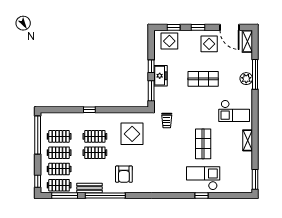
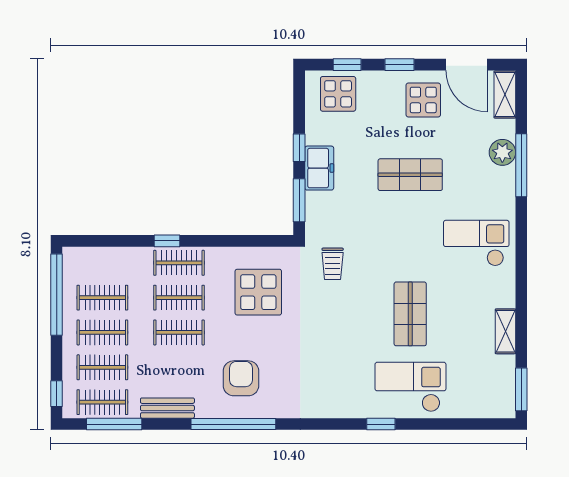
plant: (246, 79) -> (502, 152), moved
checkout: (234, 111) -> (476, 243), turned 180
clothes rail: (95, 120) -> (179, 263), added
shelving: (248, 140) -> (505, 331), moved
armchair: (124, 174) -> (241, 378), turned 180
window: (105, 196) -> (233, 424), moved
window: (202, 196) -> (381, 424), moved

